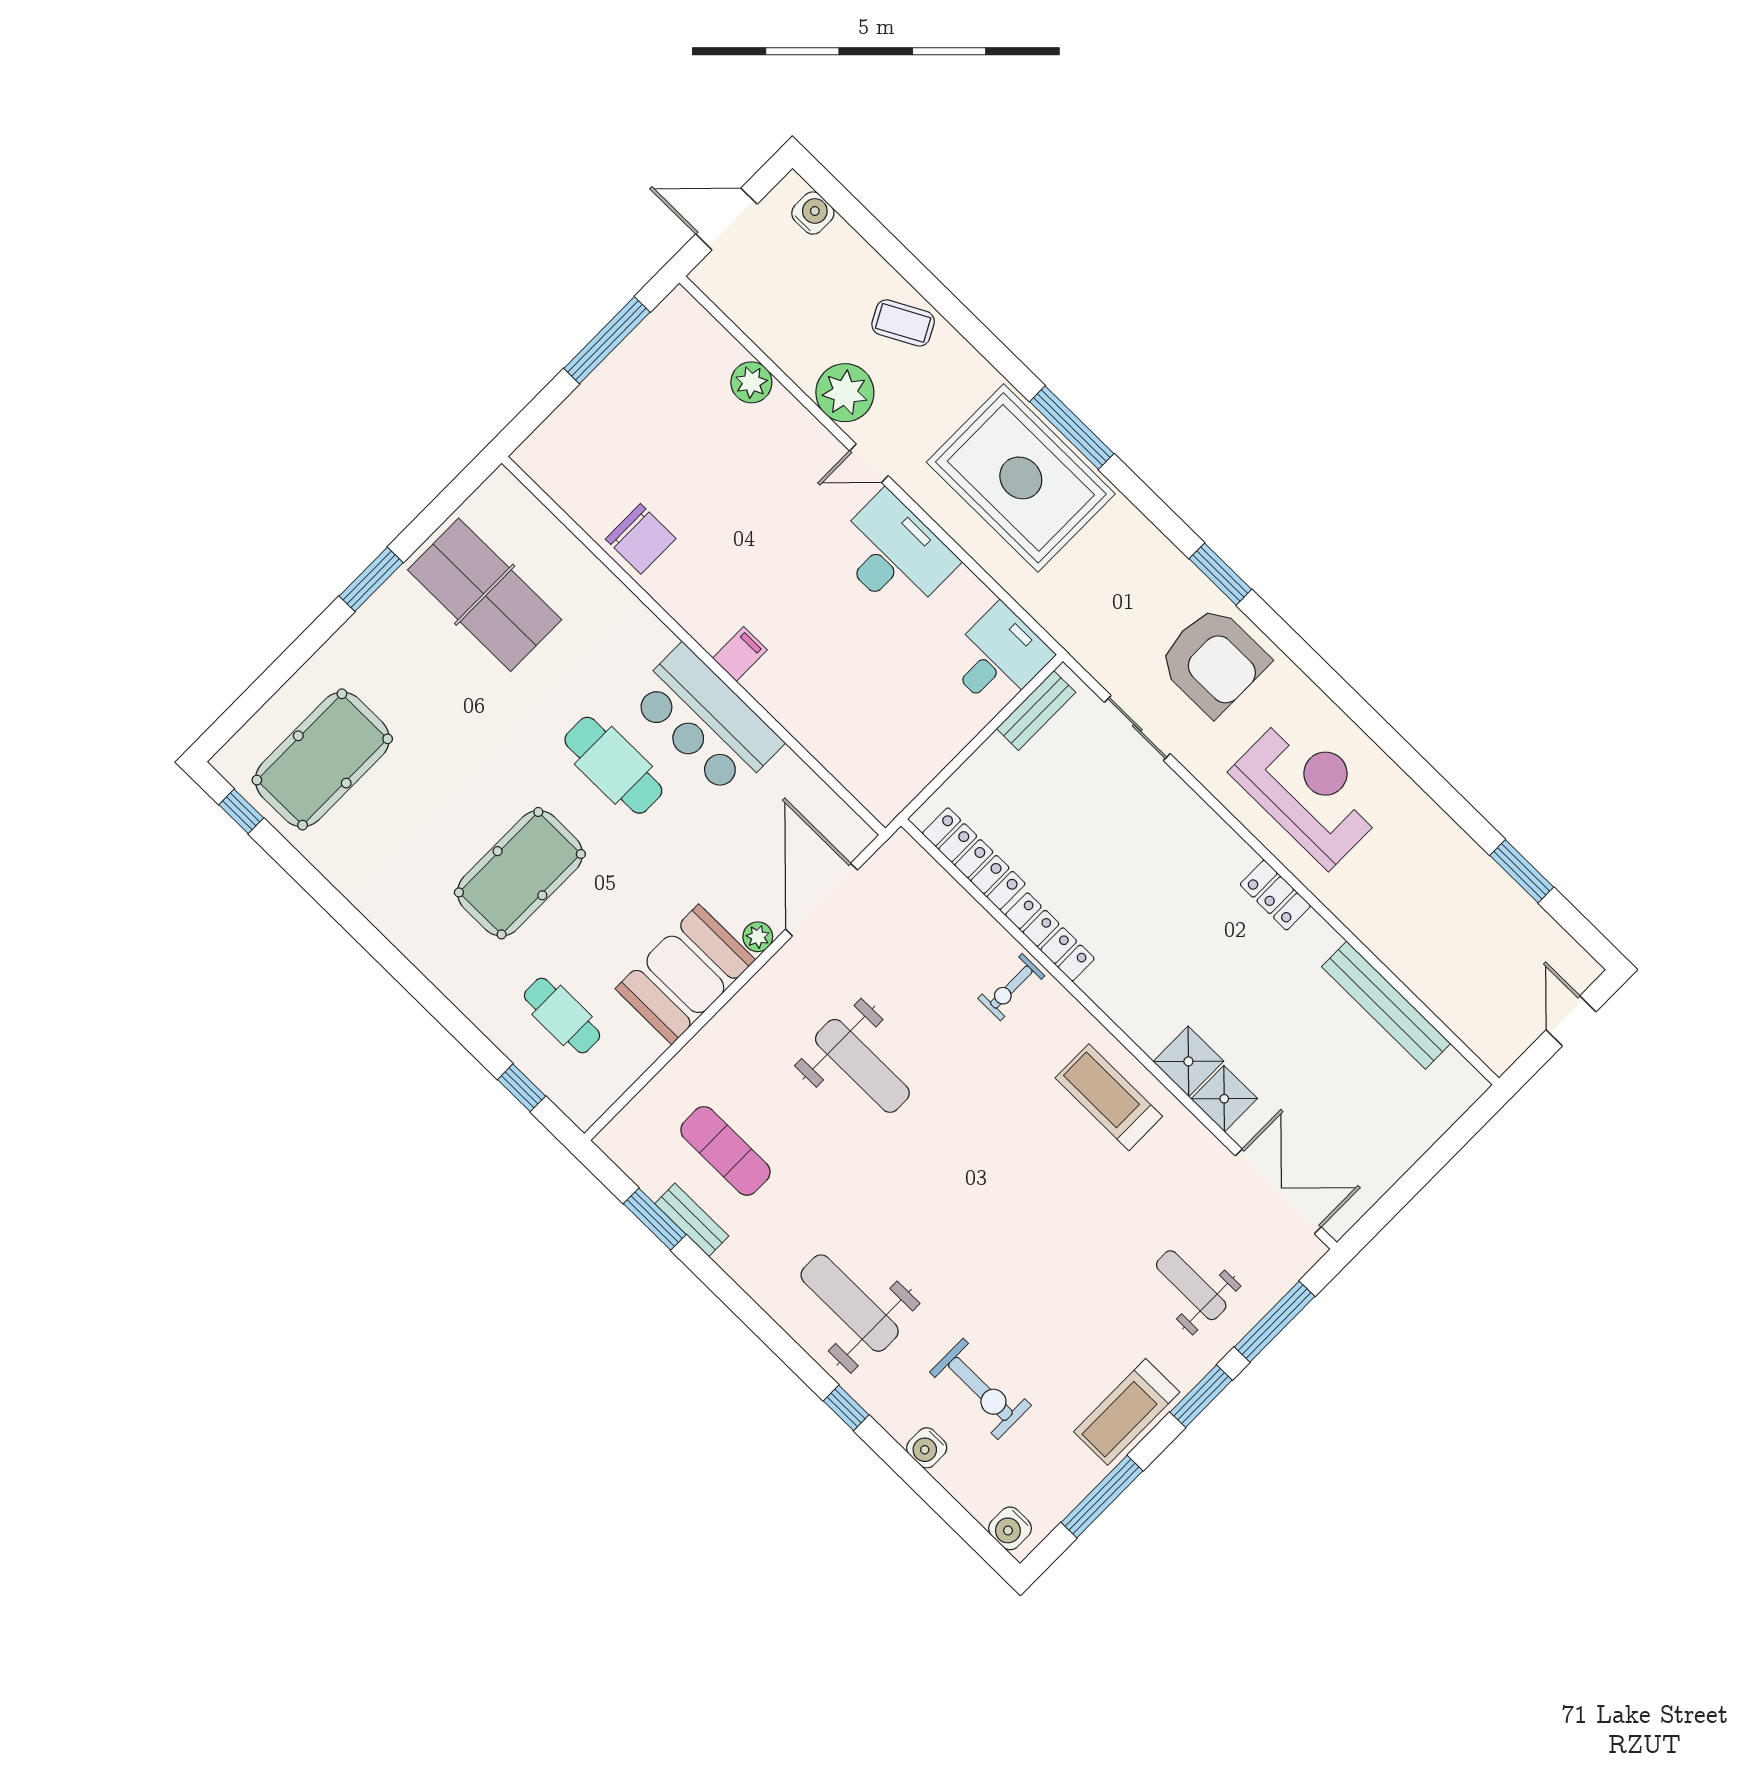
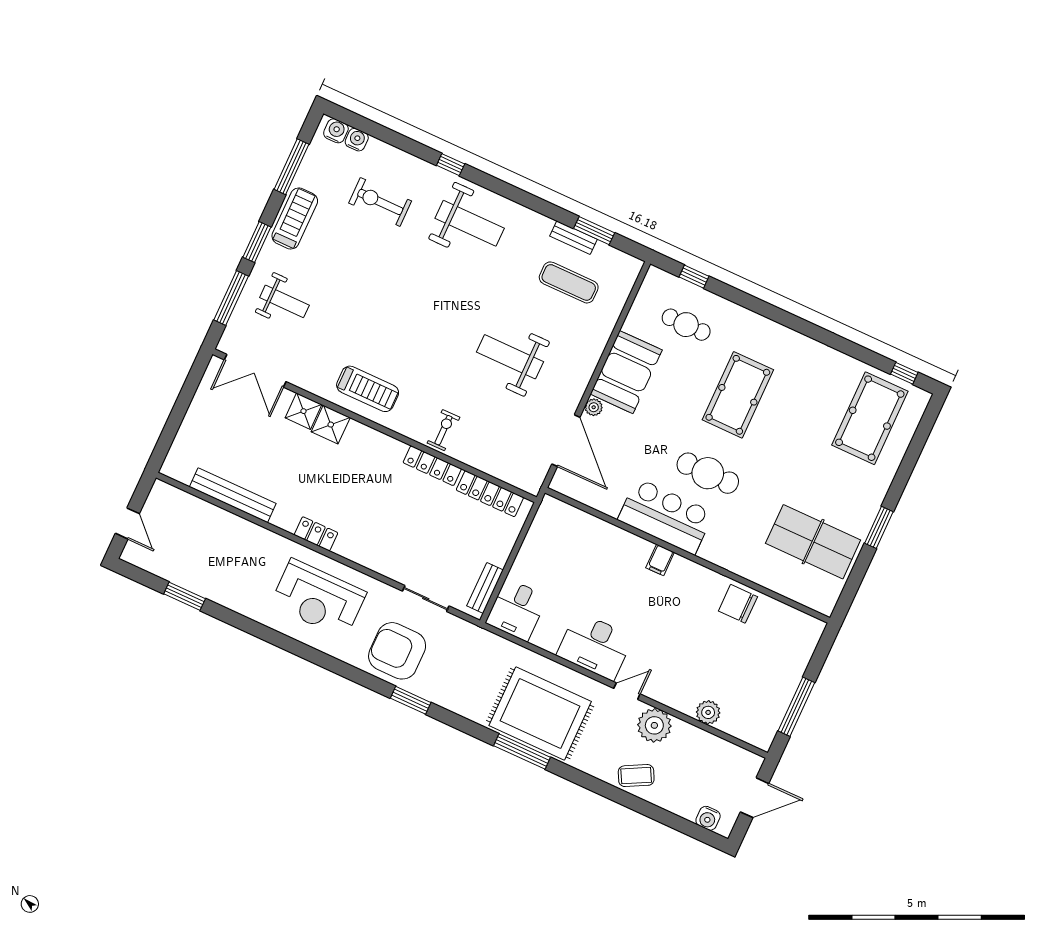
water cooler: (927, 1448) -> (357, 140), moved

